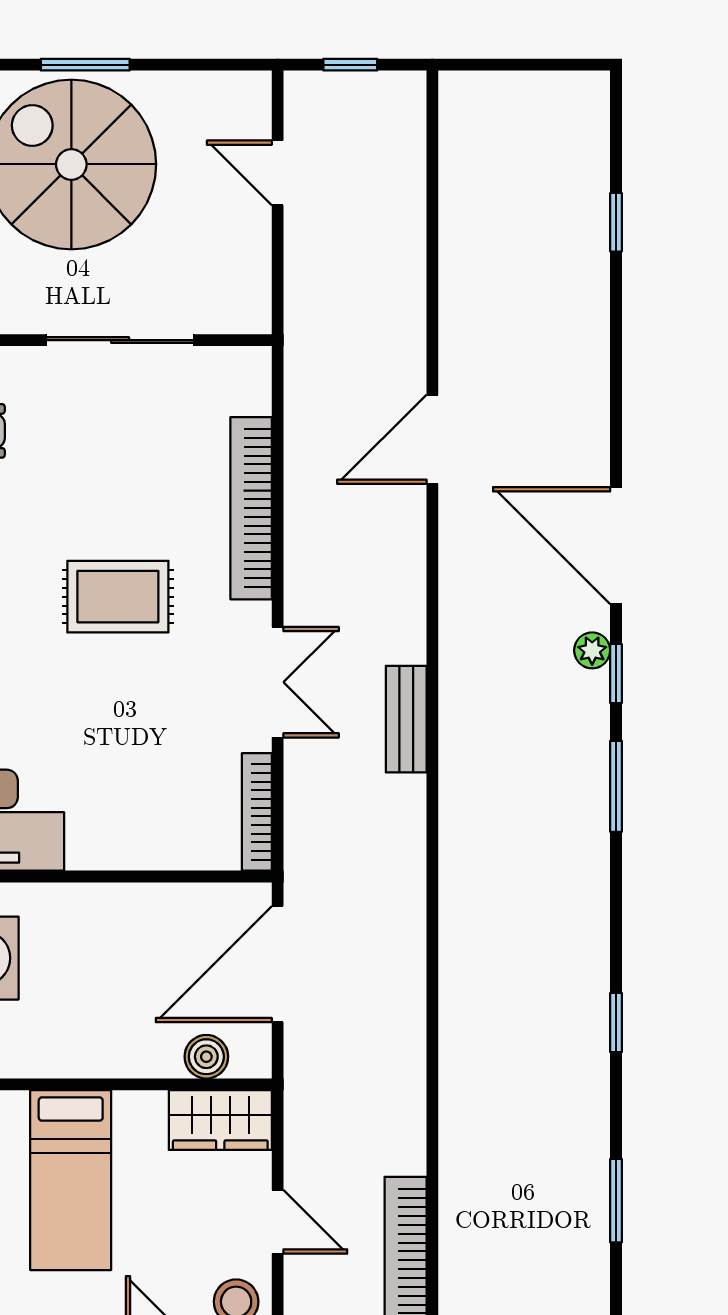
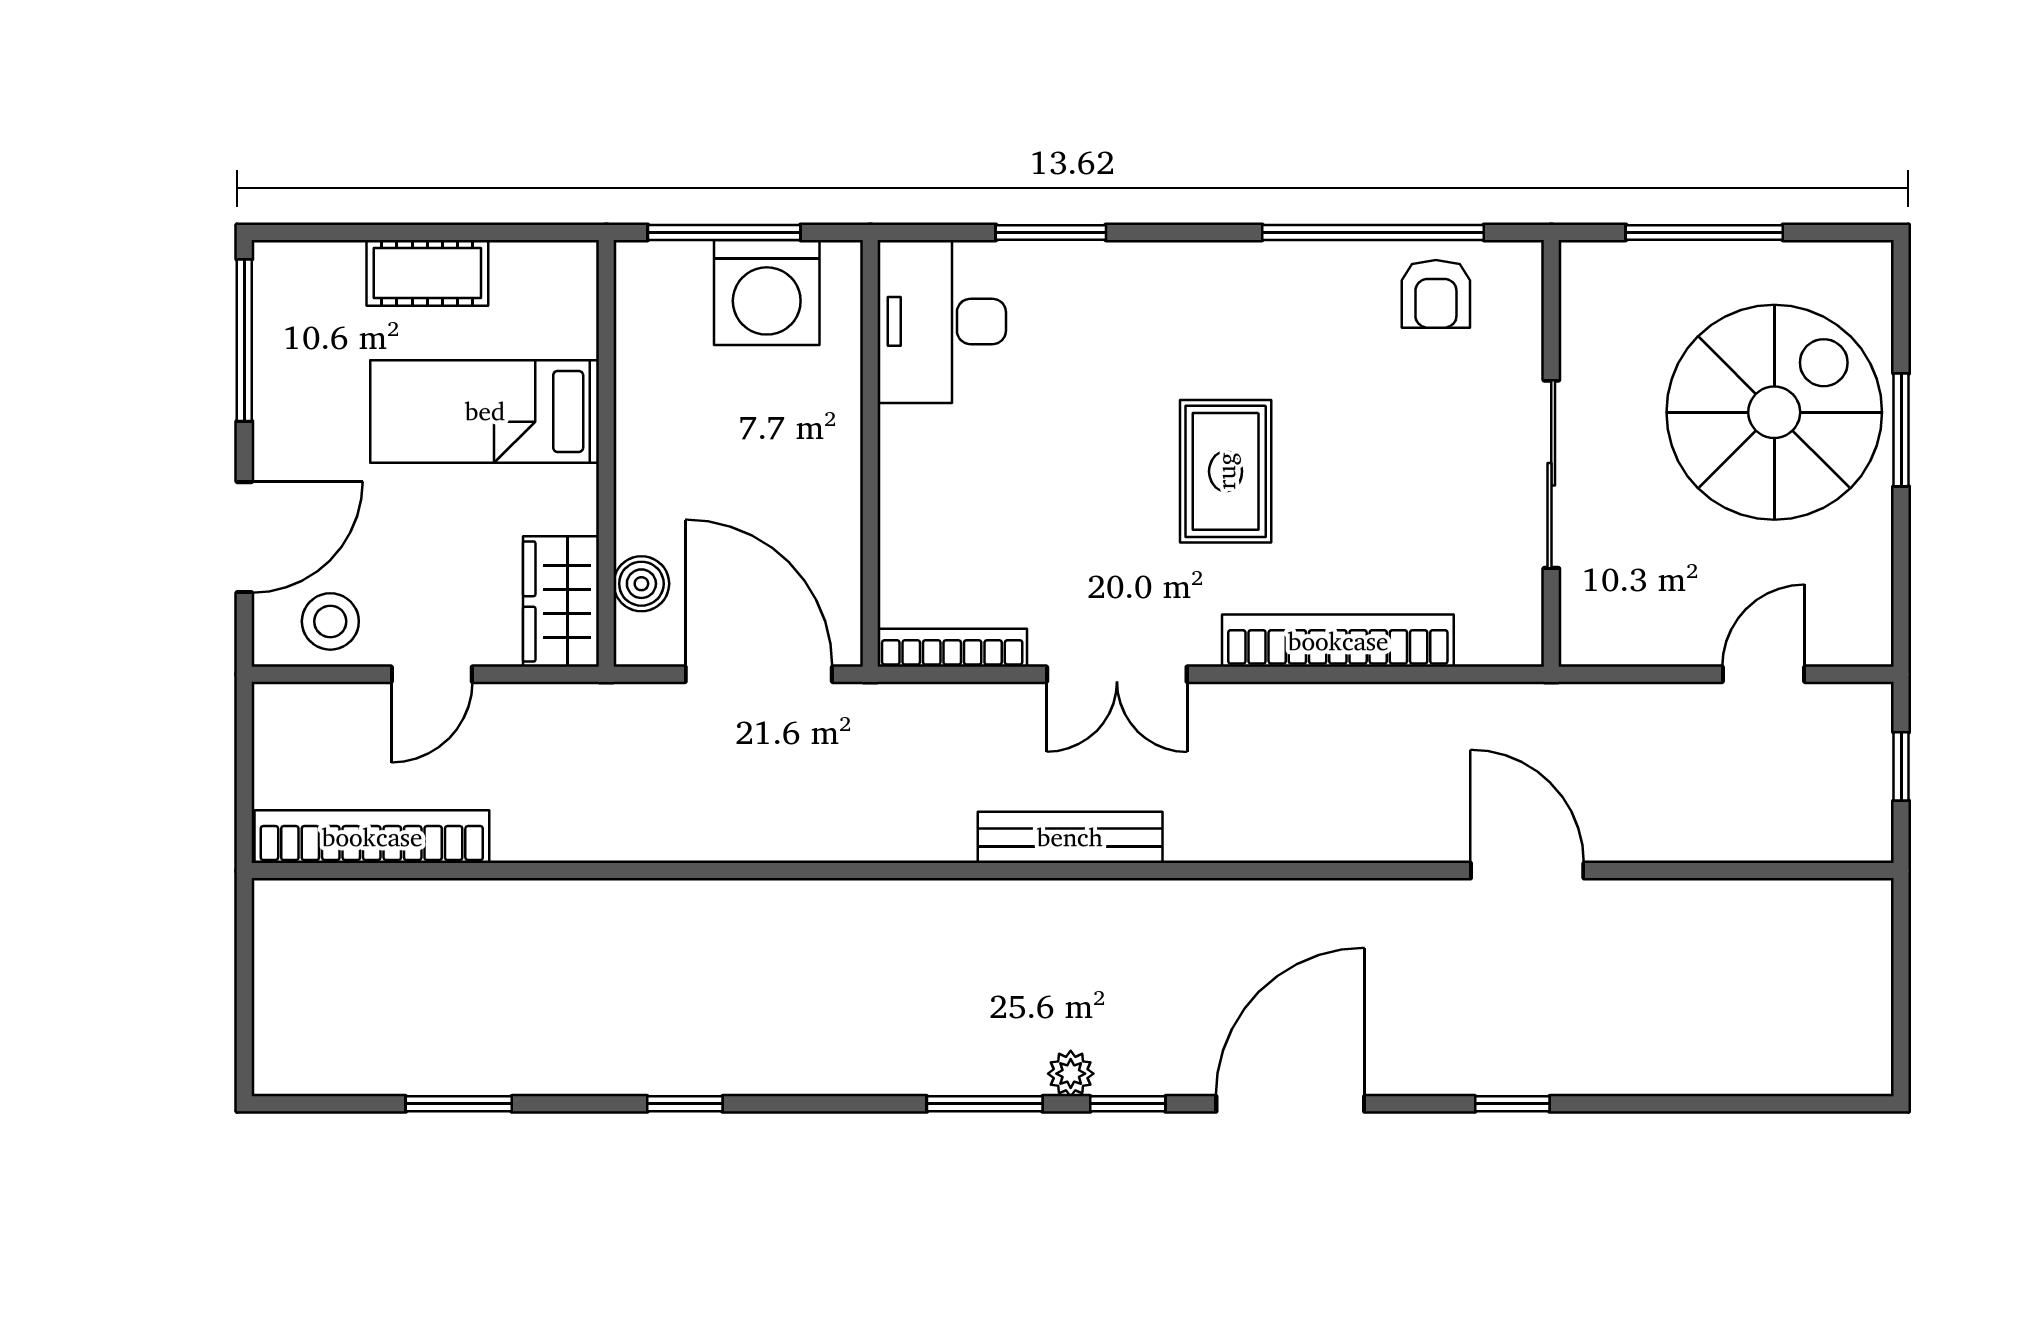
window: (616, 222) -> (1512, 1104), moved
door: (432, 439) -> (1527, 871), moved
plant: (592, 650) -> (1071, 1074), moved
bench: (406, 719) -> (1070, 837), width x1.36

